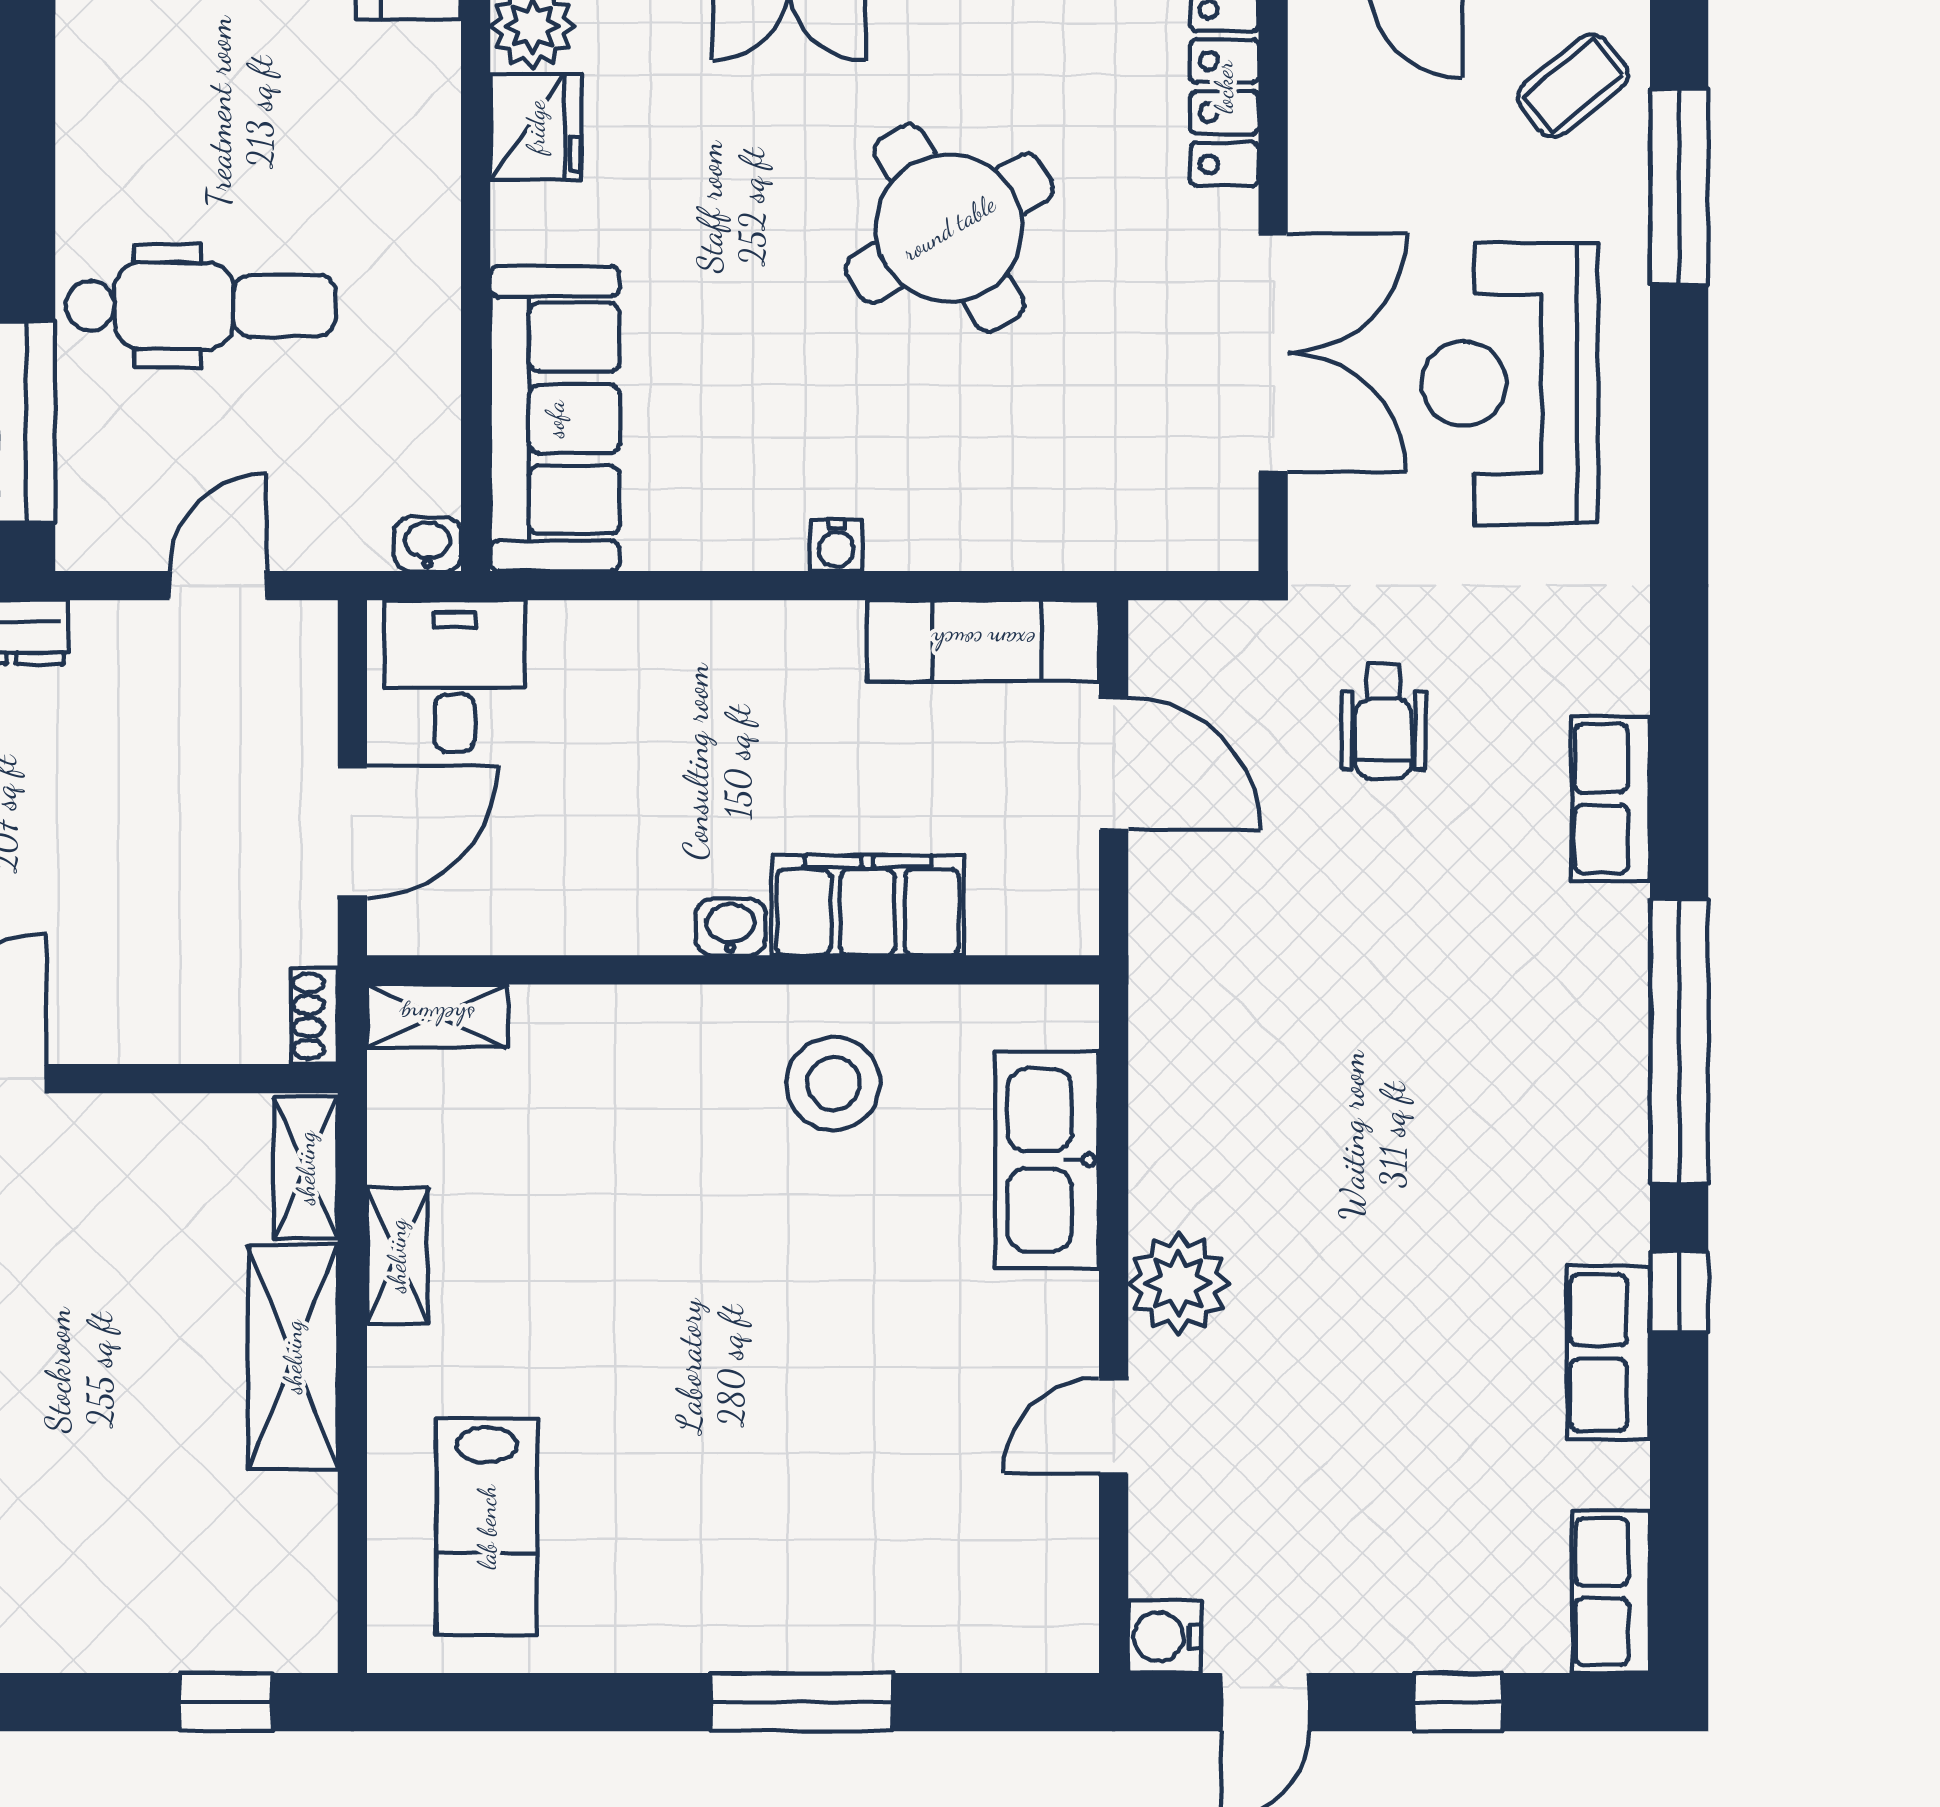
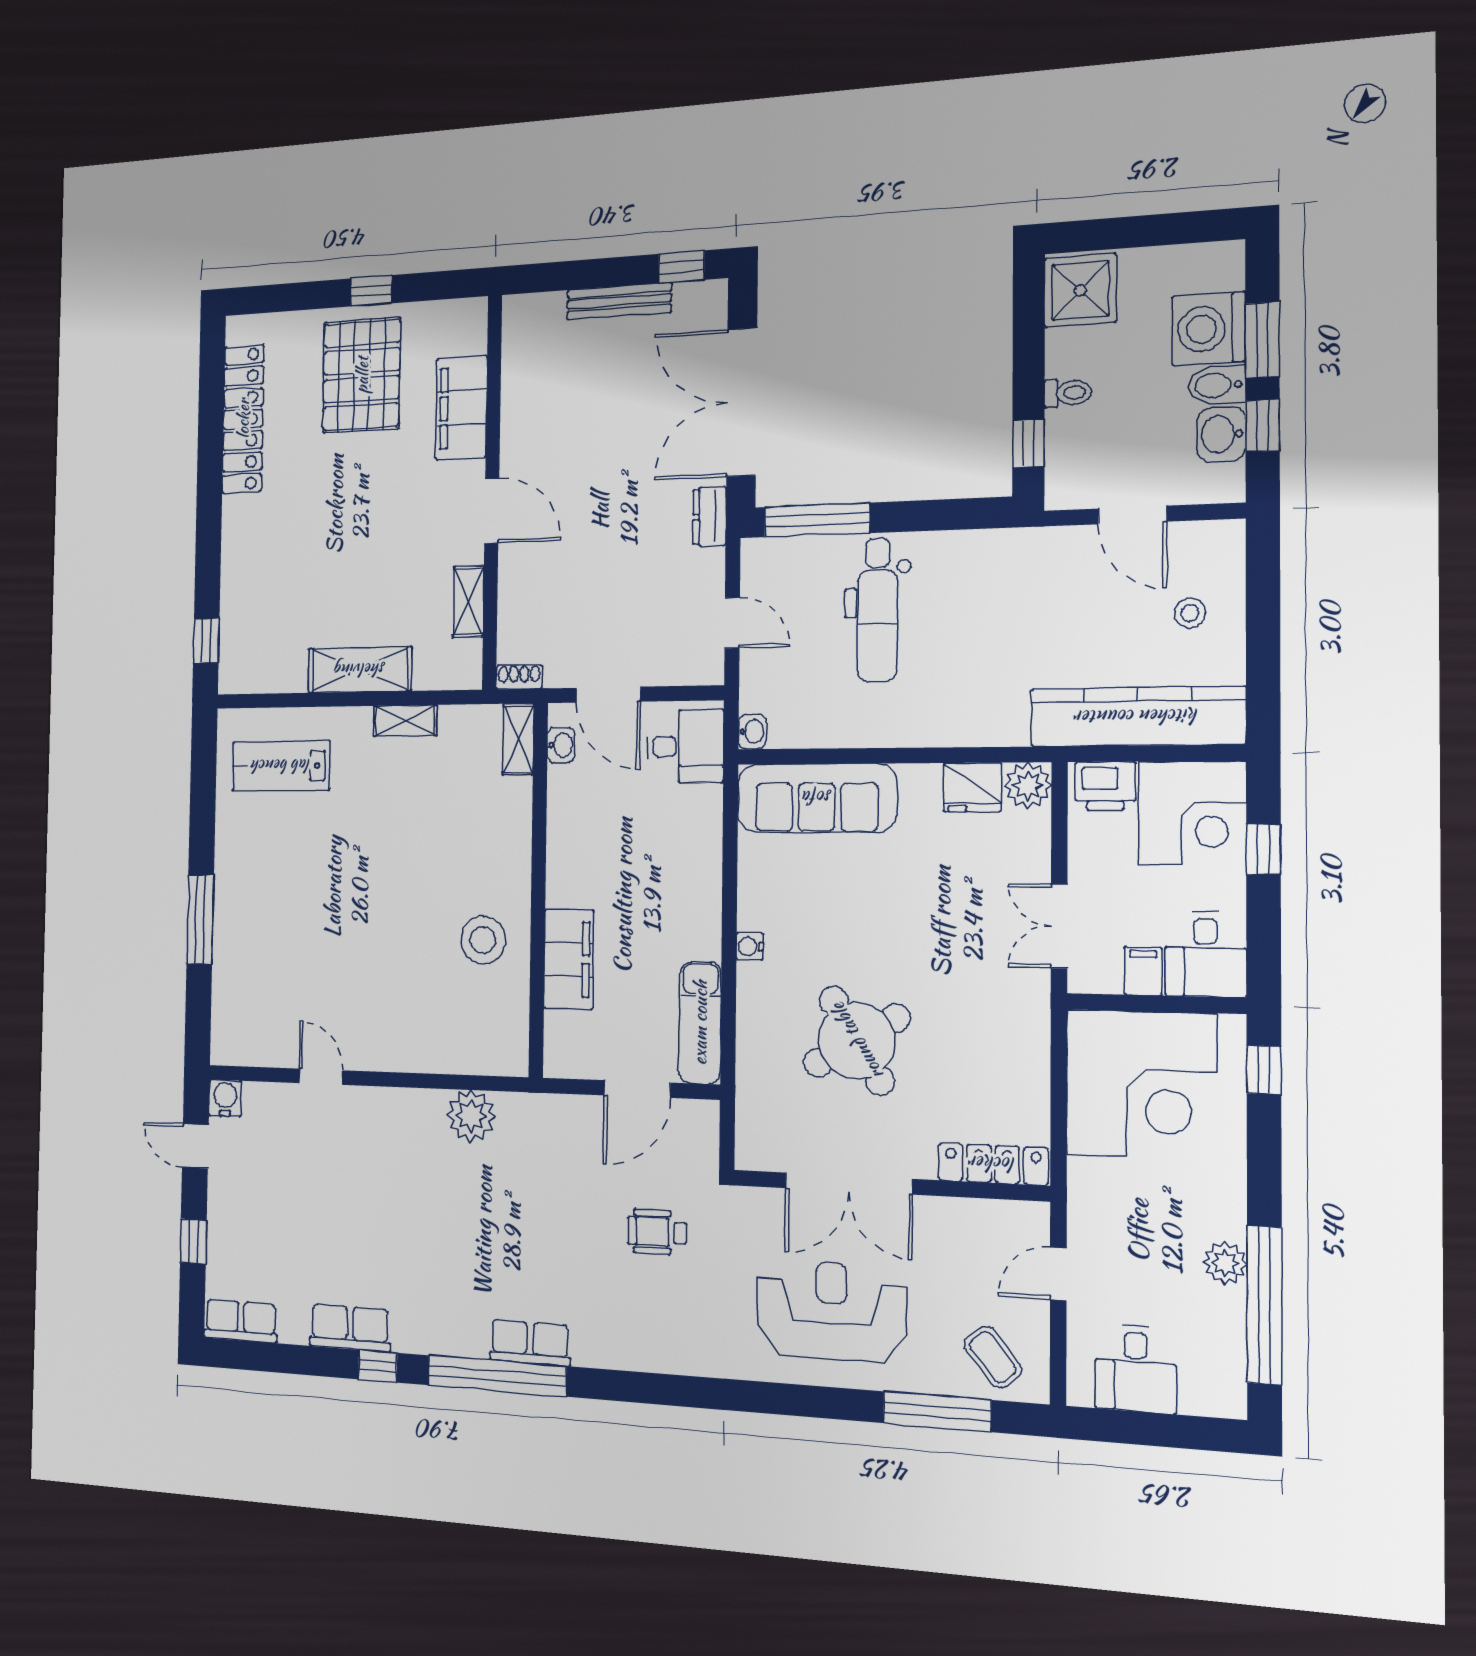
round table: (949, 228) -> (857, 1041), moved
row of seats: (1611, 799) -> (530, 1343), moved
washbasin: (730, 927) -> (561, 745), moved
kitchen sink: (1047, 1160) -> (445, 1048), removed
shelving: (306, 1168) -> (468, 602), moved, turned 90
plant: (1179, 1283) -> (471, 1116), moved

